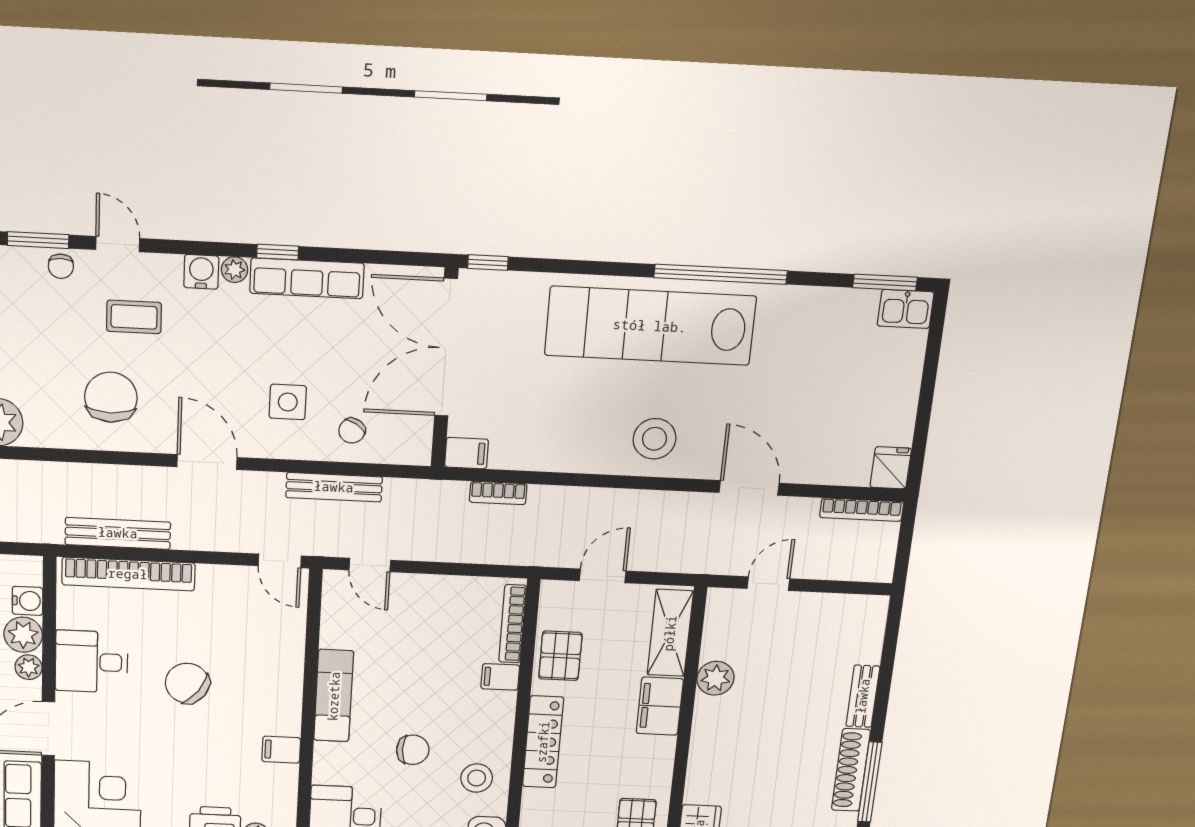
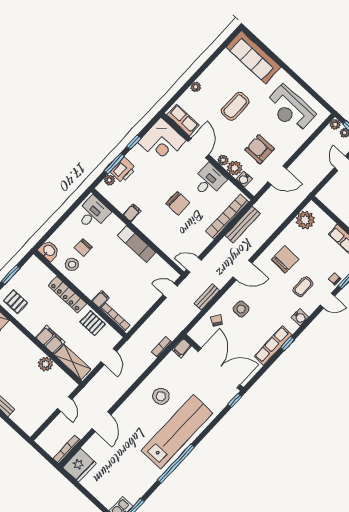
plant: (235, 270) -> (293, 327), removed
chair: (111, 397) -> (285, 259), turned -88
stool: (655, 439) -> (161, 396), moved
fridge: (891, 468) -> (79, 465), width x1.88, depth x1.34
bench: (334, 487) -> (207, 297), width x0.73
door: (749, 488) -> (101, 422), hinge flipped
chair: (187, 683) -> (178, 203), turned 54
chair: (413, 750) -> (83, 248), moved

